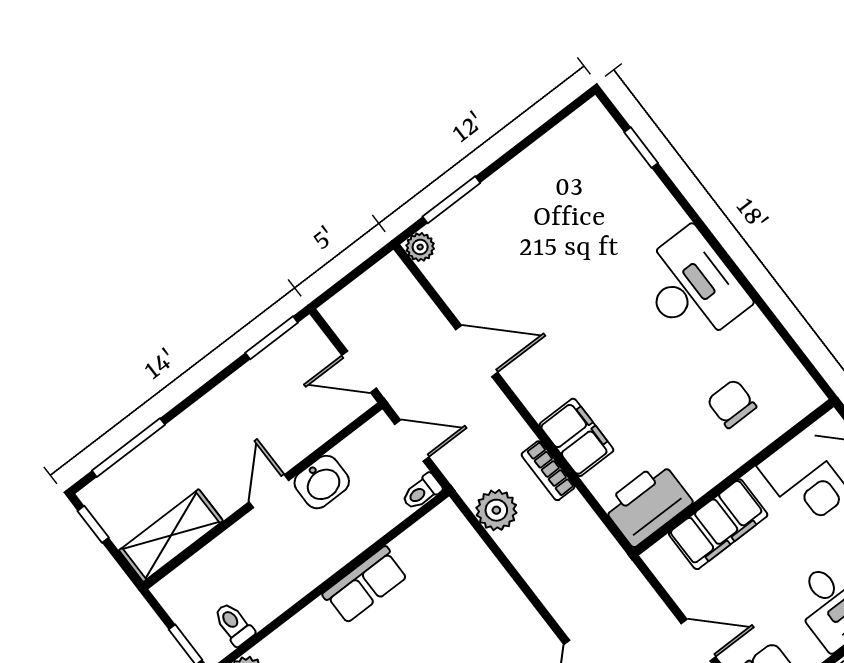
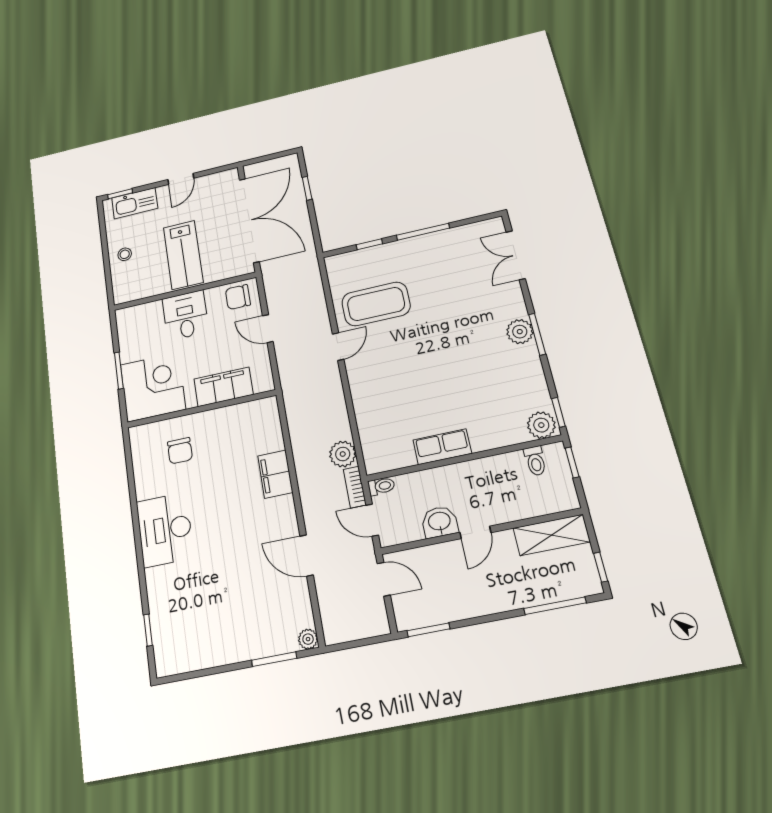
bookcase: (548, 471) -> (355, 487), moved, turned 180
printer: (647, 504) -> (256, 417), removed

